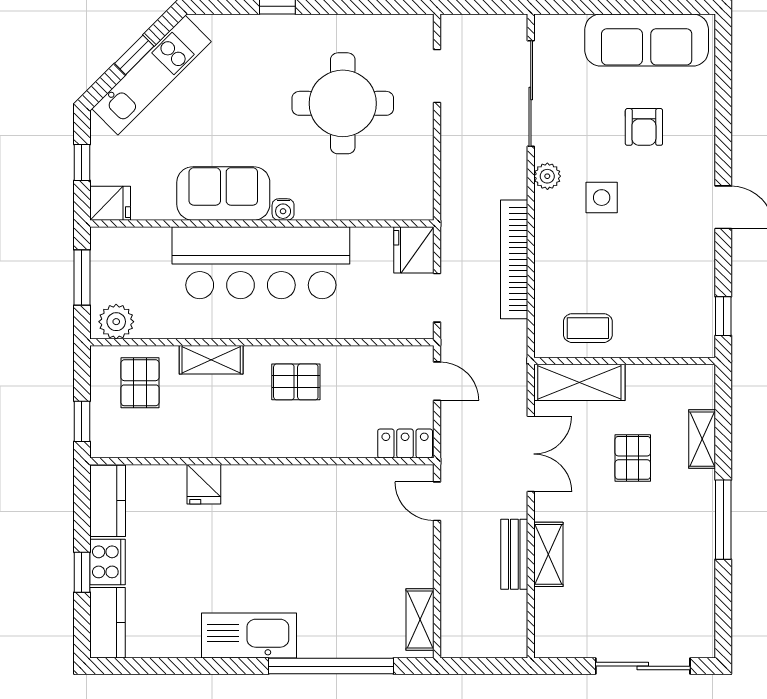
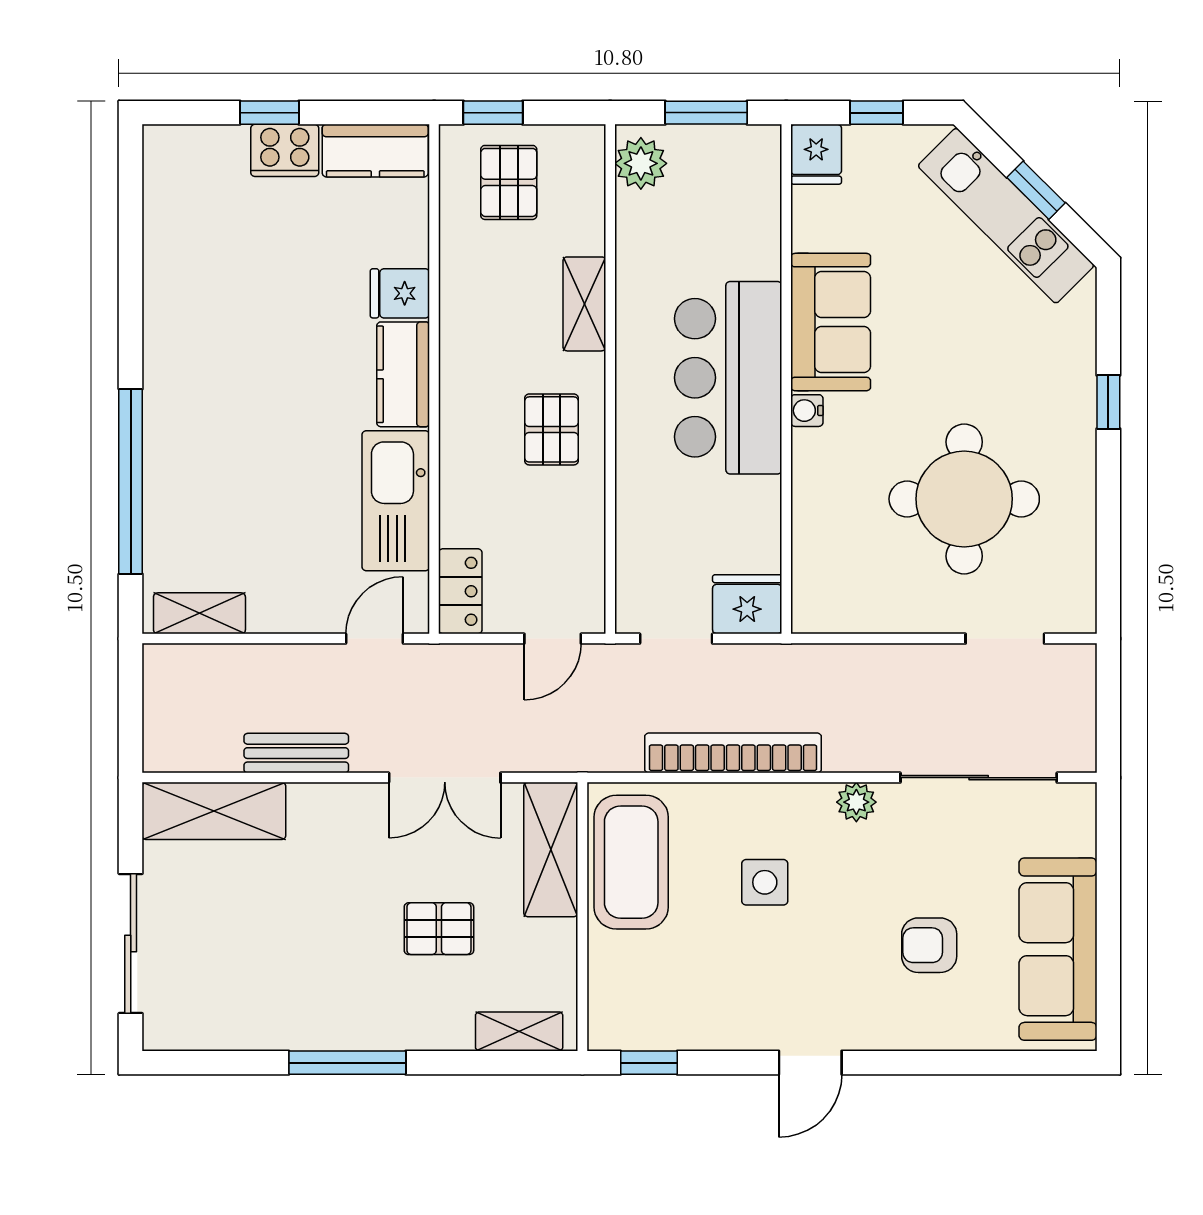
side table: (602, 198) -> (765, 882), moved
bar counter: (261, 263) -> (728, 378), width x0.73
coffee table: (588, 328) -> (631, 862), width x1.86, depth x1.72
pallet: (140, 383) -> (509, 182), moved, turned 90
shelving: (702, 439) -> (519, 1031), moved
shelving: (548, 554) -> (214, 811), moved, width x1.50, depth x1.33
kitchen counter: (108, 623) -> (403, 374), moved, turned 90
kitchen sink: (249, 635) -> (396, 501), moved, turned 180

